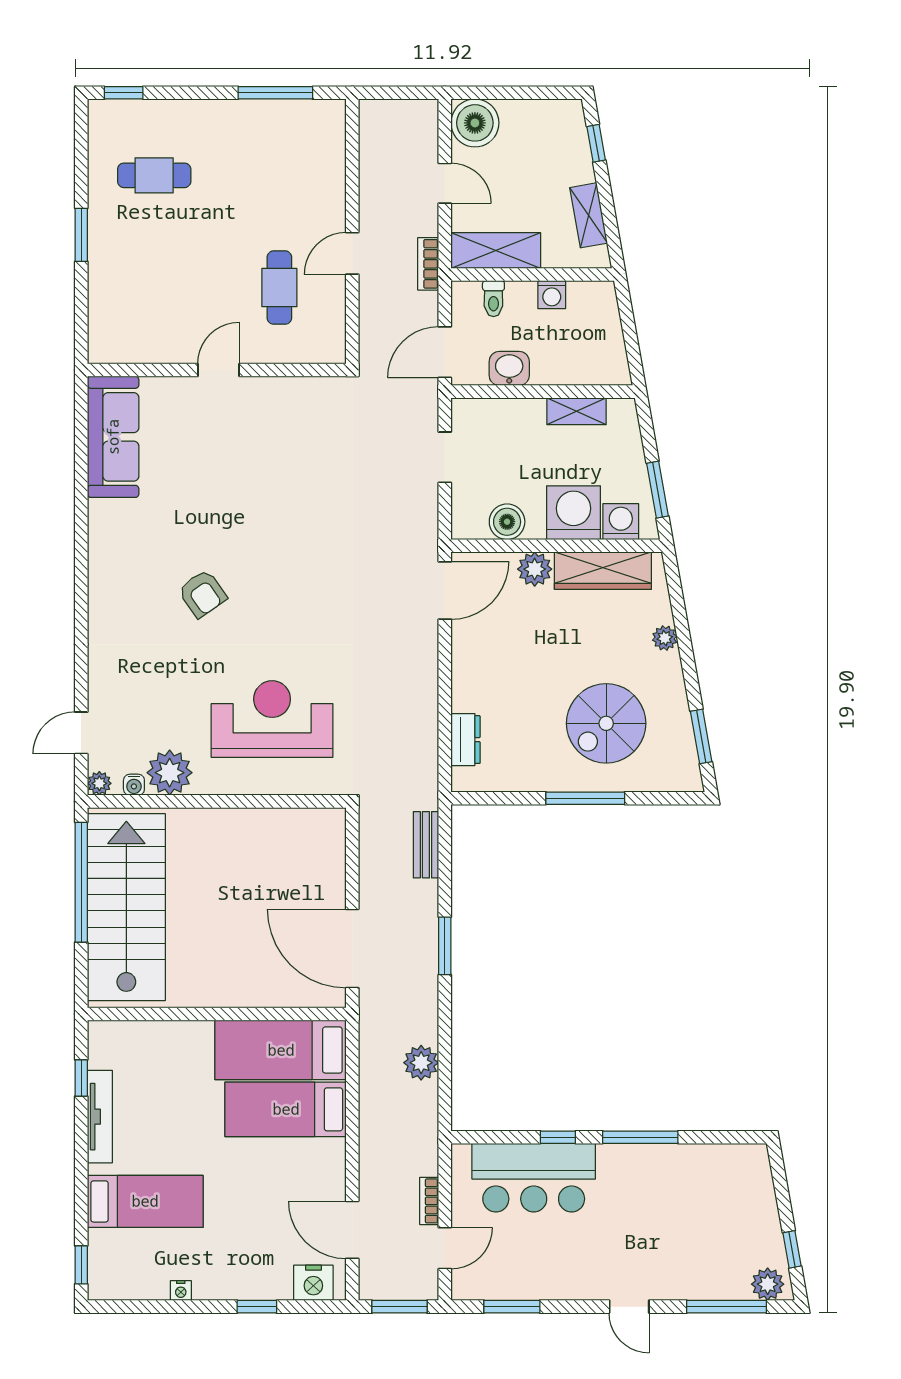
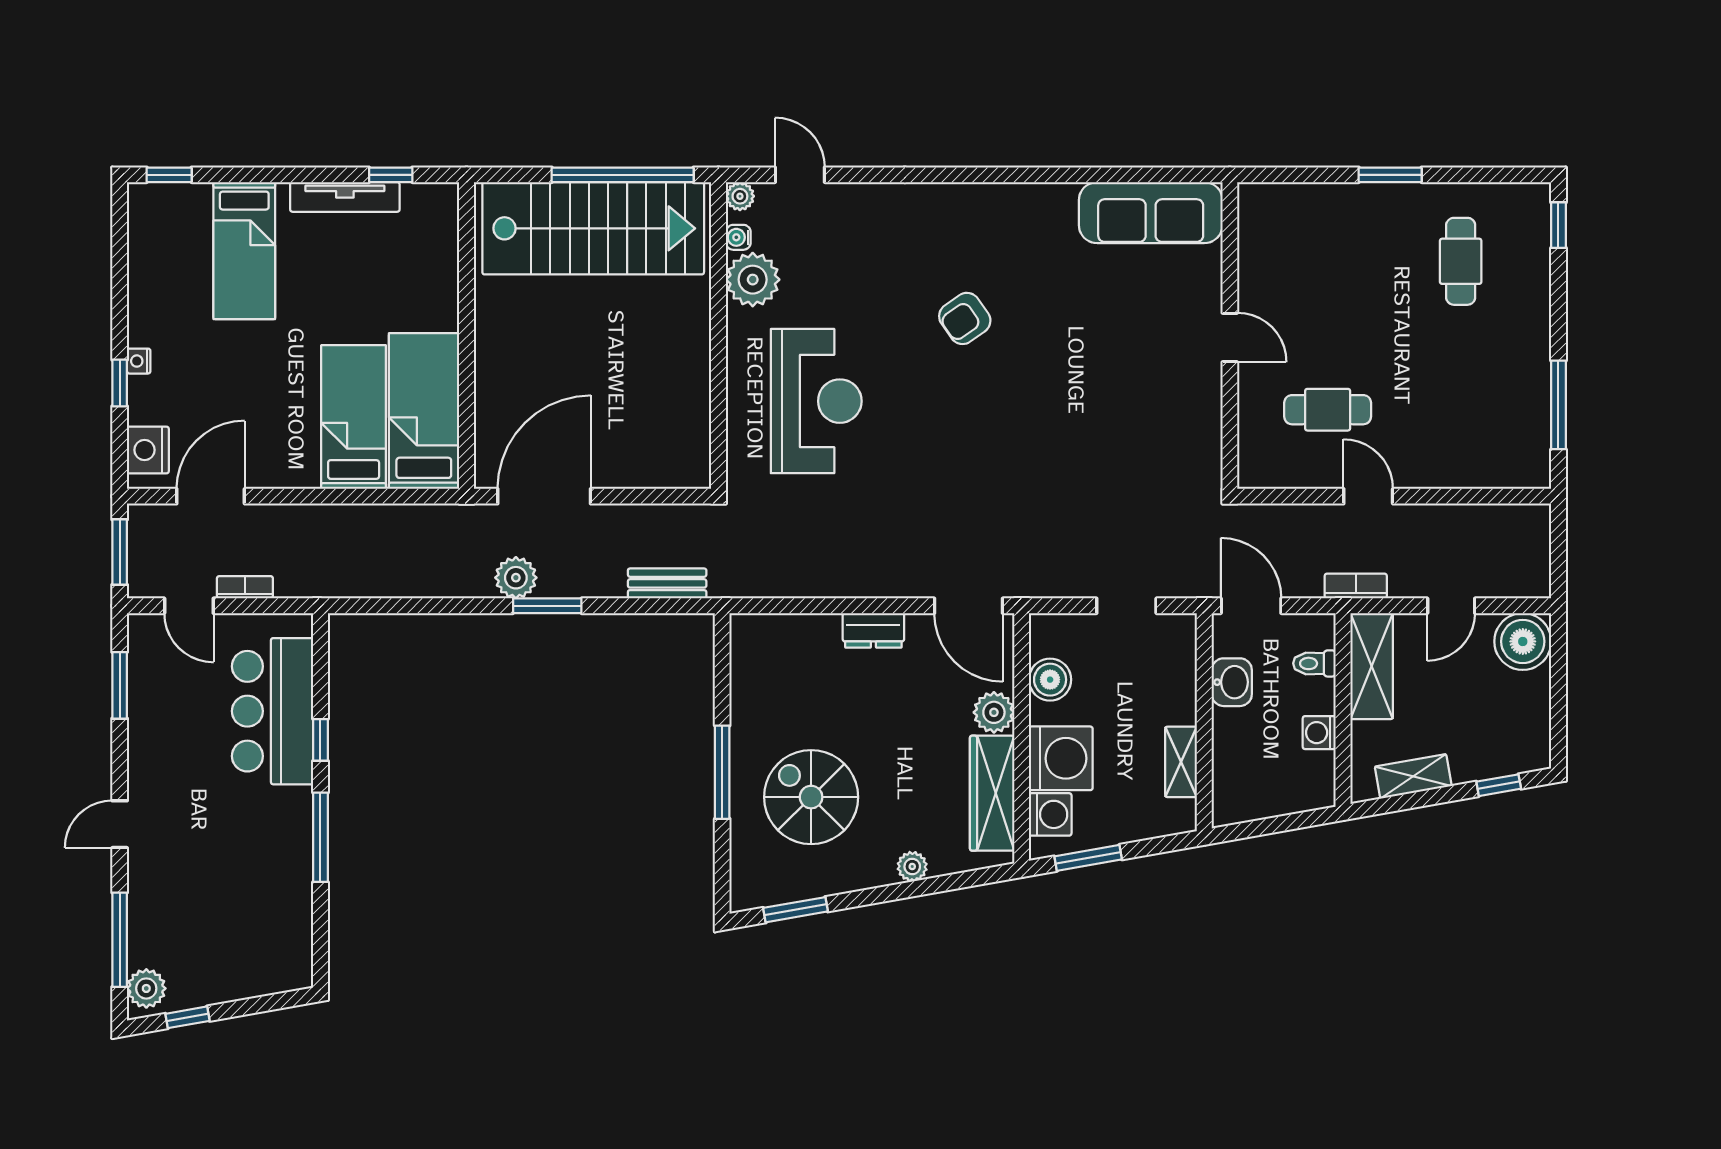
dresser: (466, 740) -> (873, 630), moved
plant: (421, 1063) -> (516, 578), moved
nightstand: (181, 1291) -> (139, 361), moved

